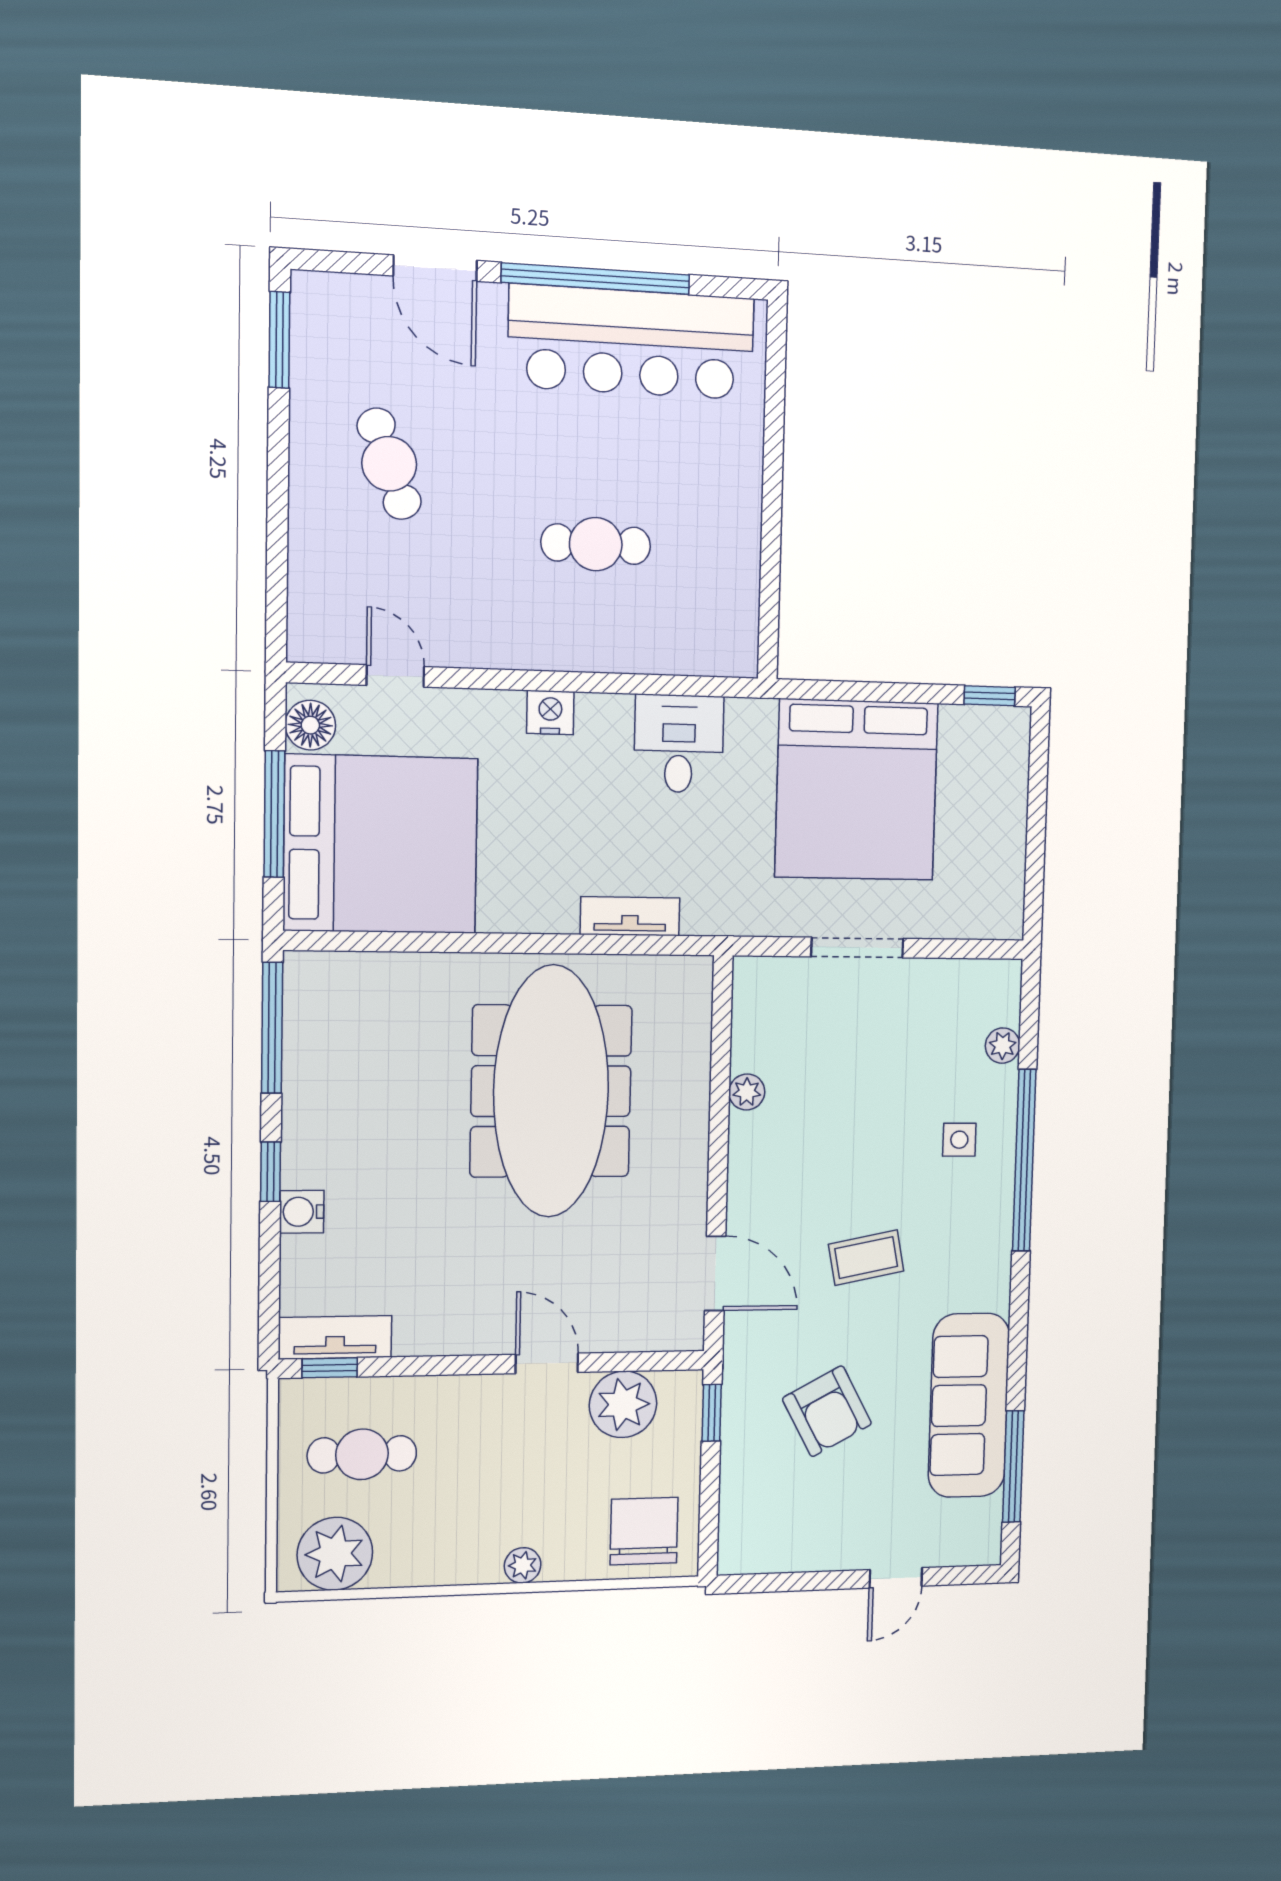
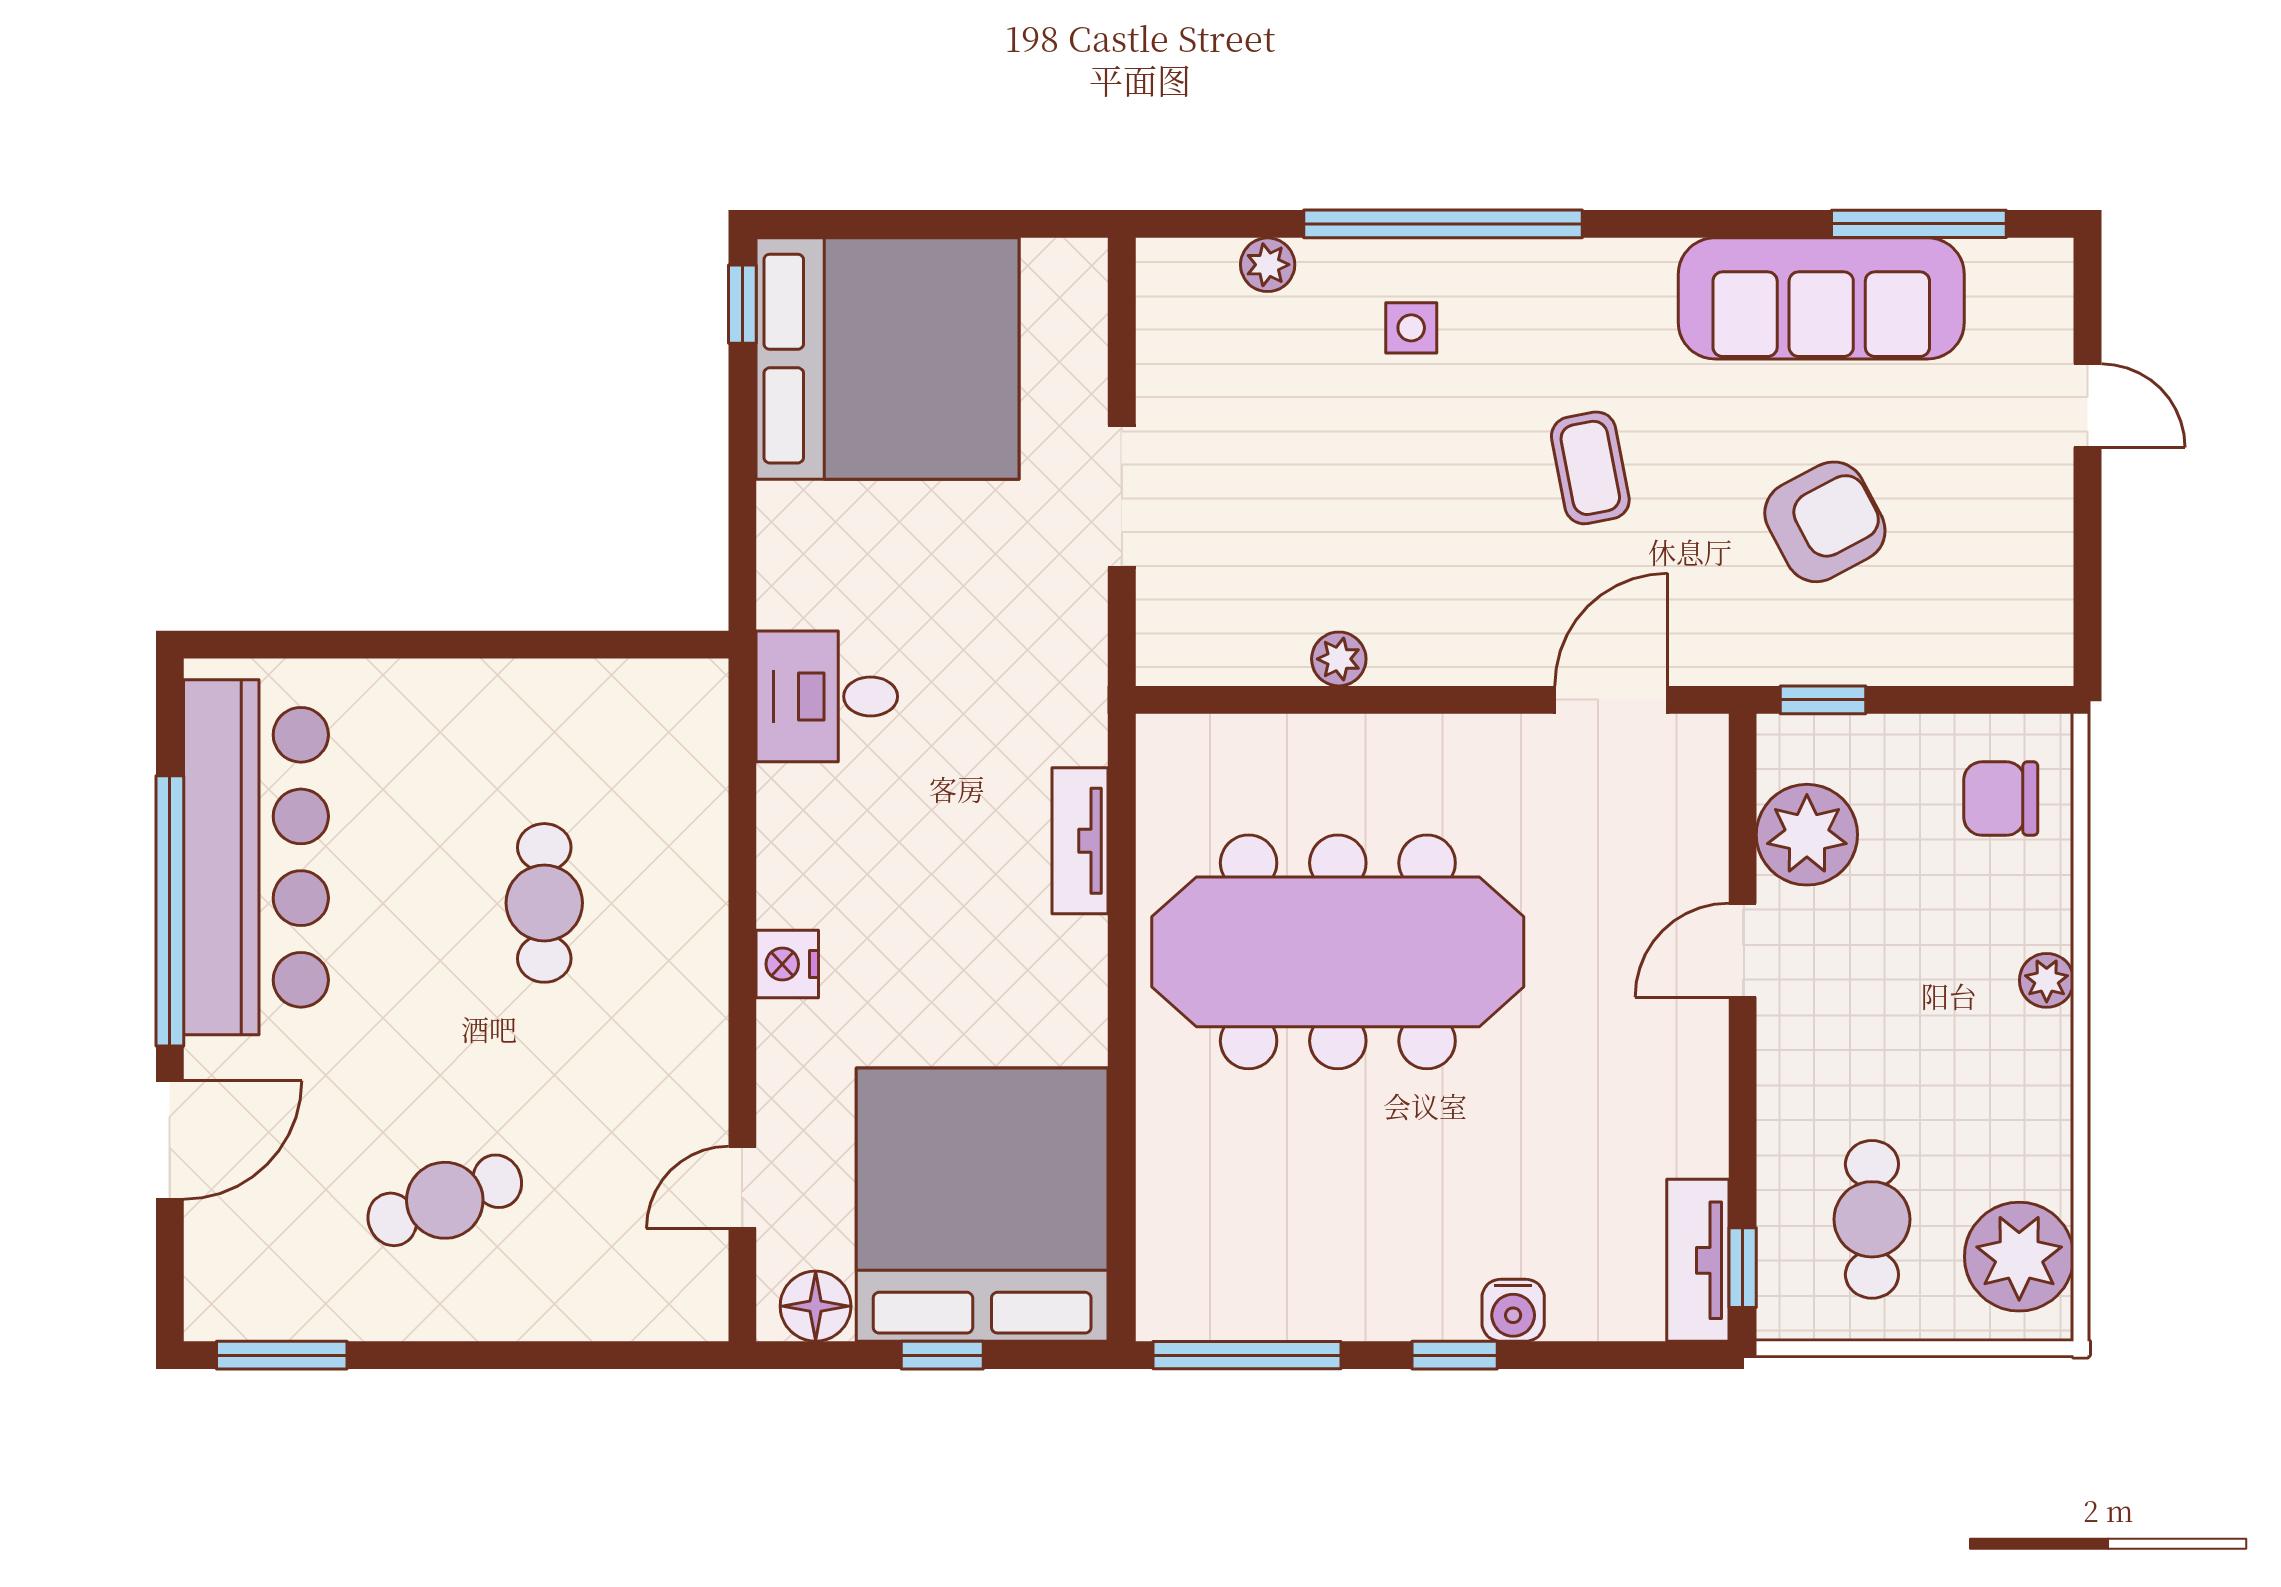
desk: (679, 744) -> (827, 696), moved
bed: (857, 790) -> (888, 359), moved
window: (274, 814) -> (942, 1355), width x0.46
chair: (644, 1531) -> (2001, 799), width x0.73, depth x0.73

